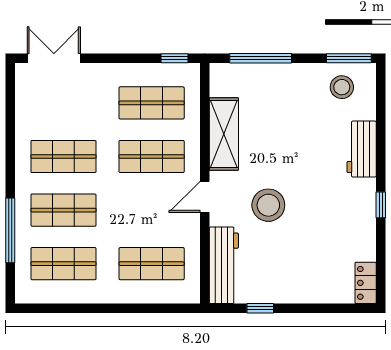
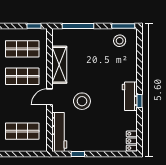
workbench: (362, 149) -> (130, 96), moved

